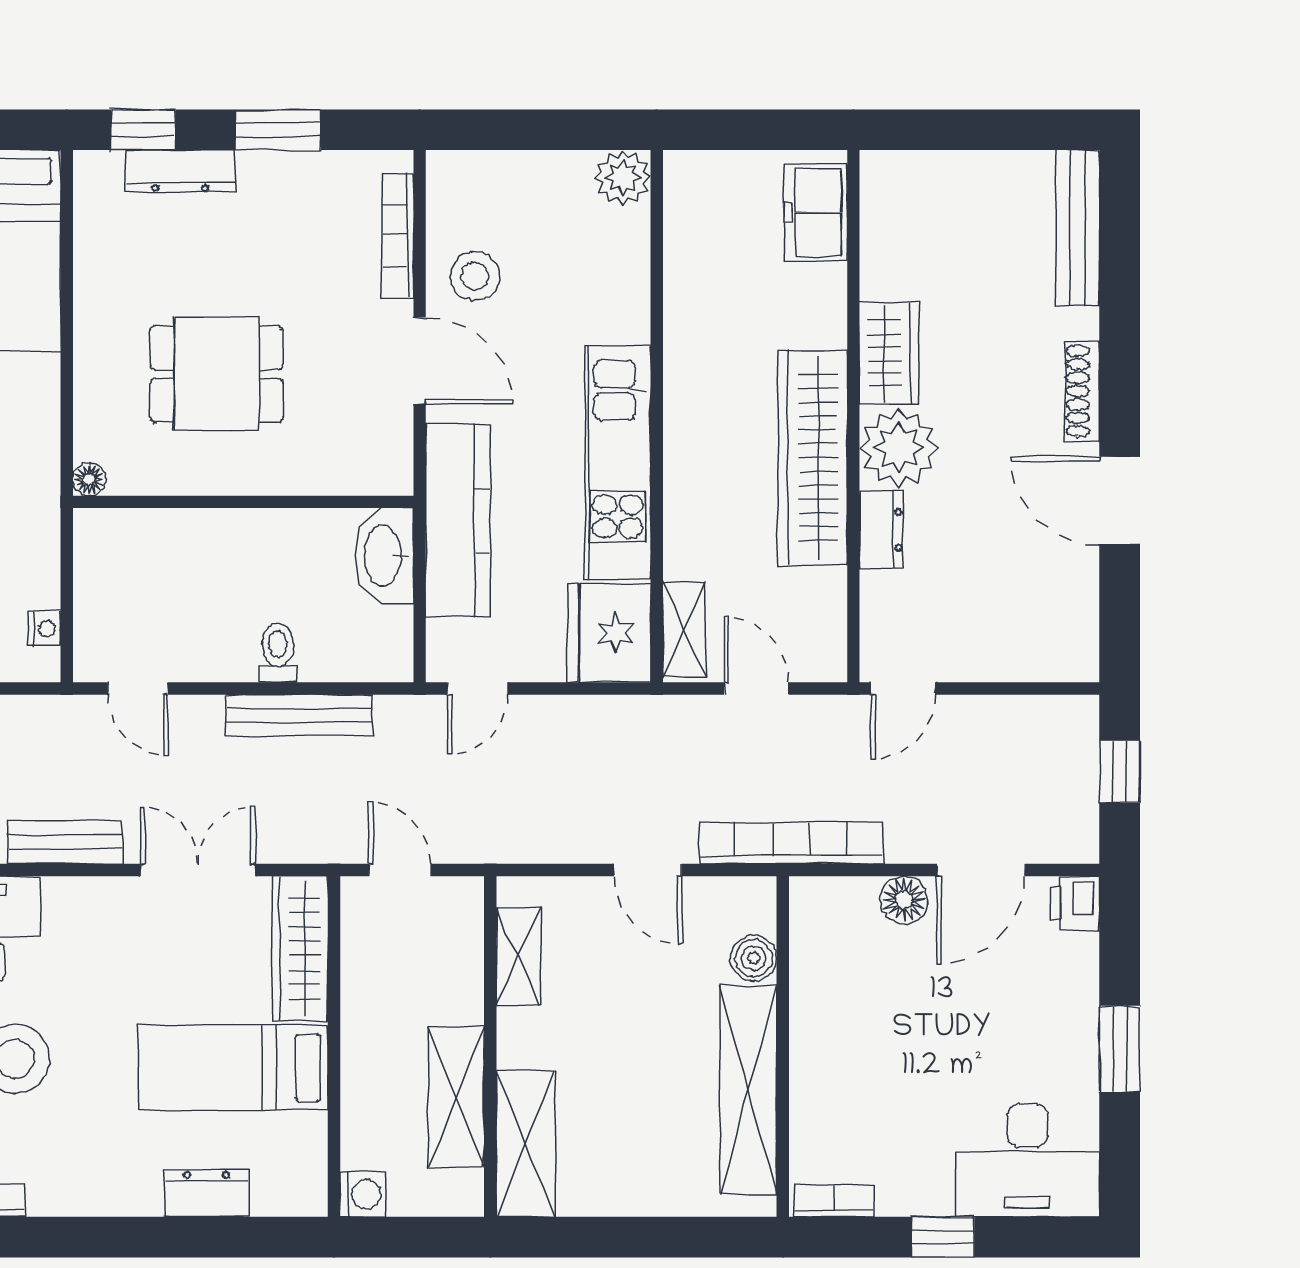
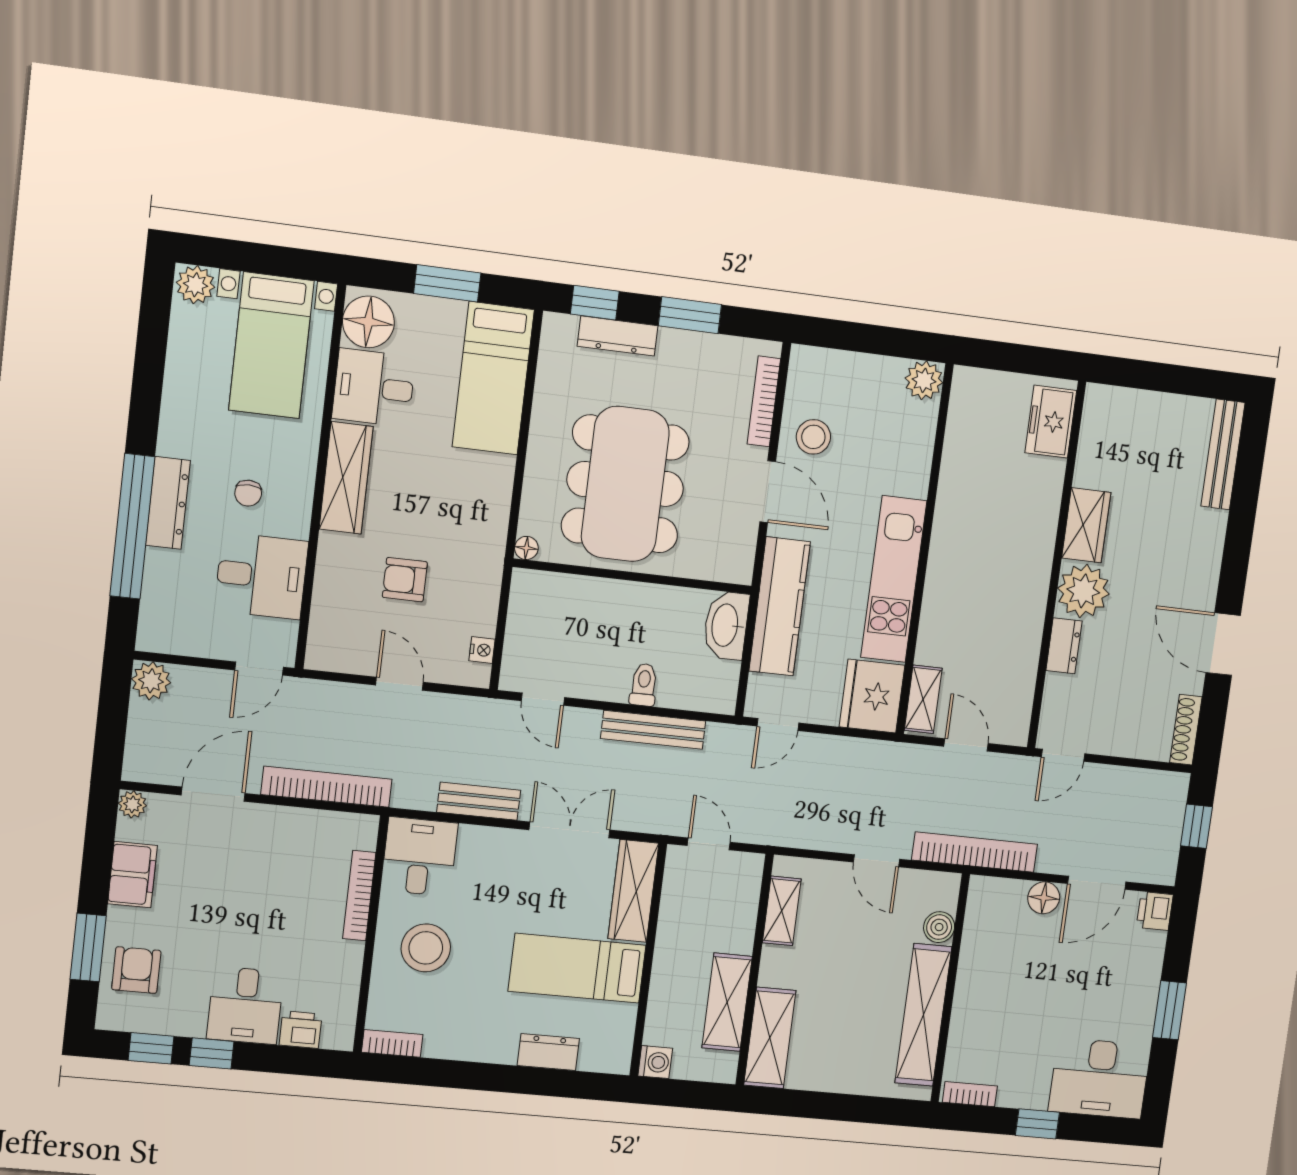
dining table: (216, 374) -> (625, 484), width x1.88, depth x1.24
shoe rack: (1082, 391) -> (1186, 730), moved
wardrobe: (813, 458) -> (1025, 591), removed

